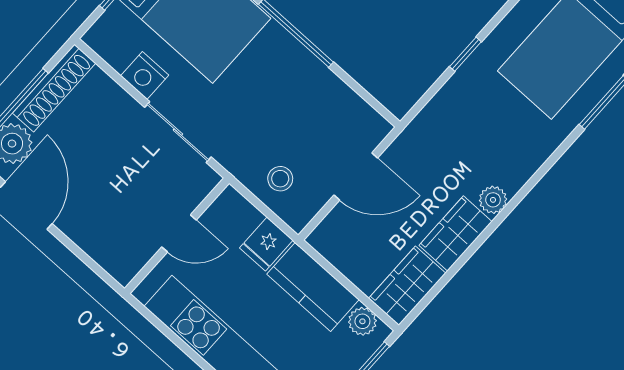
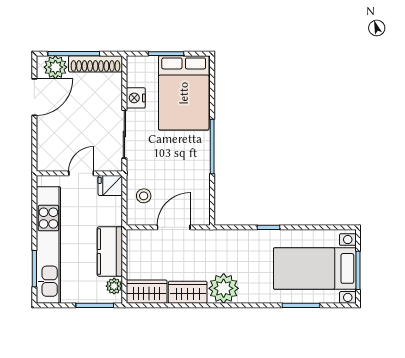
door: (356, 177) -> (174, 227), swing flipped
plant: (493, 200) -> (224, 288), width x1.87, depth x1.87
door: (179, 233) -> (81, 173), swing flipped
fridge: (266, 244) -> (110, 186), moved

